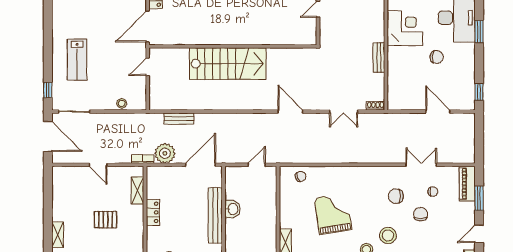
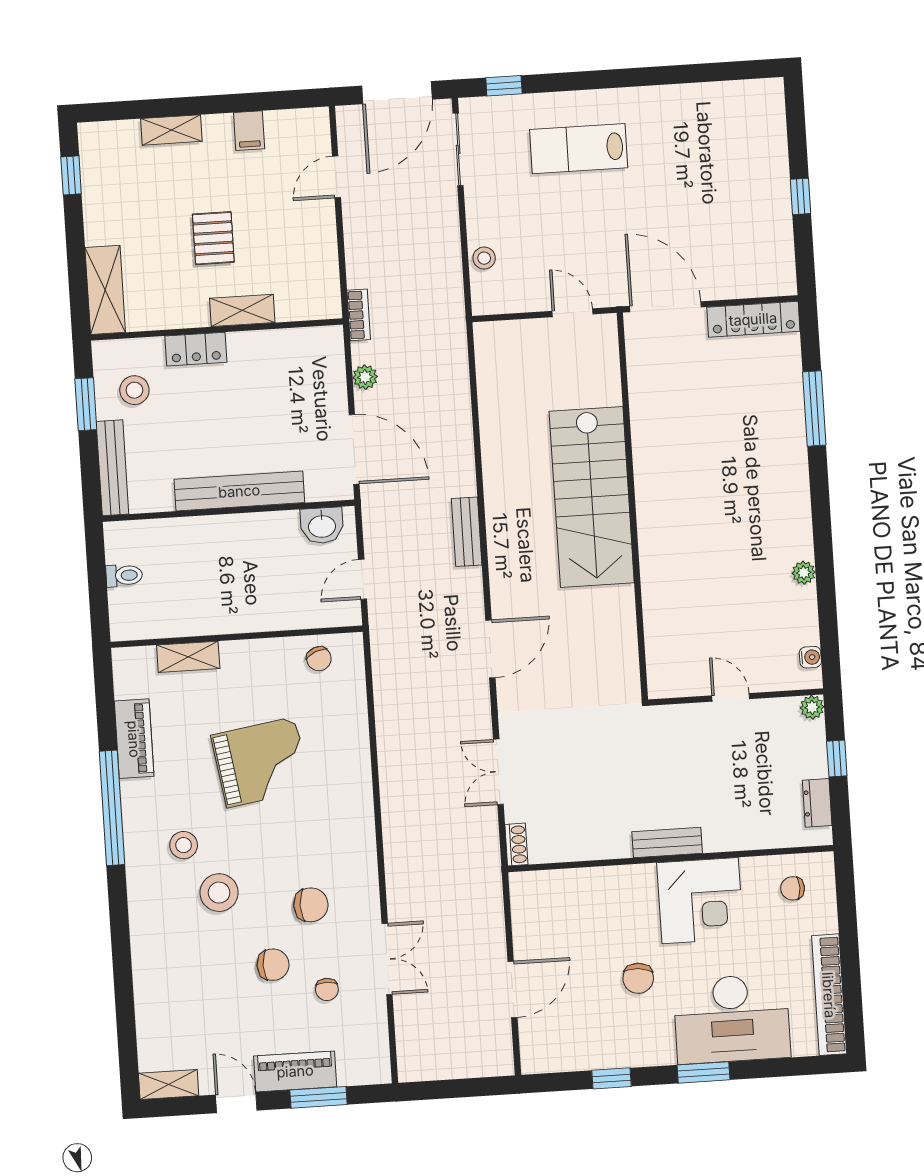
bench: (379, 58) -> (667, 843), moved
window: (479, 92) -> (612, 1078), moved
bench: (179, 119) -> (467, 532), moved
plant: (165, 153) -> (365, 377), width x0.53, depth x0.53
door: (98, 165) -> (336, 177), moved
door: (257, 165) -> (362, 579), swing flipped
chair: (301, 176) -> (319, 659), moved
piano: (467, 184) -> (295, 1071), moved
shelving: (137, 190) -> (242, 310), moved
chair: (396, 196) -> (311, 905), turned 90
filing cabinet: (60, 201) -> (249, 131), added
washbasin: (232, 209) -> (322, 525), moved
locker: (153, 212) -> (196, 349), moved

